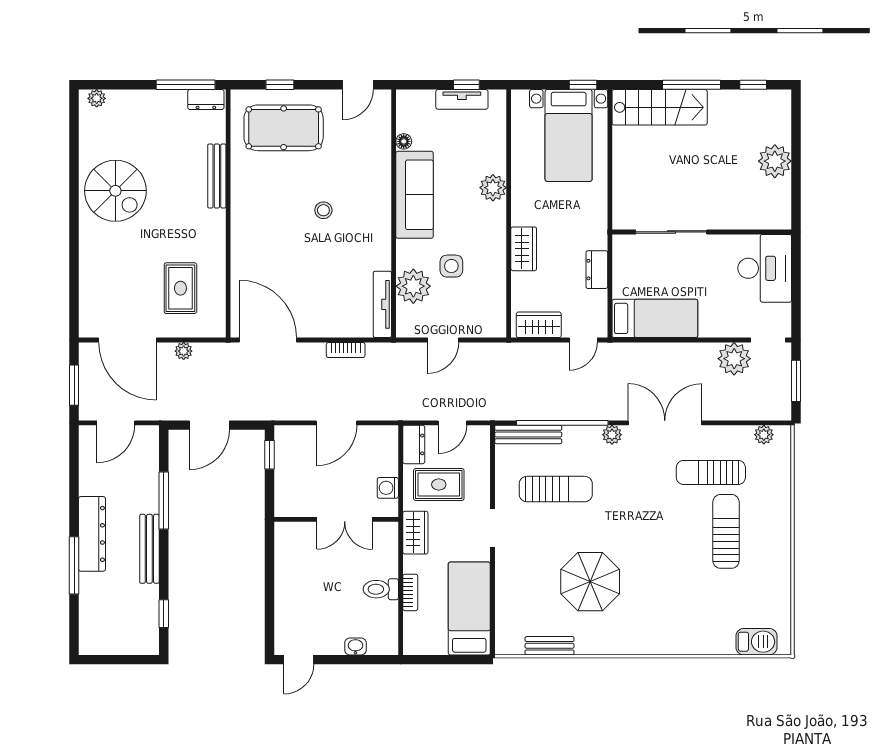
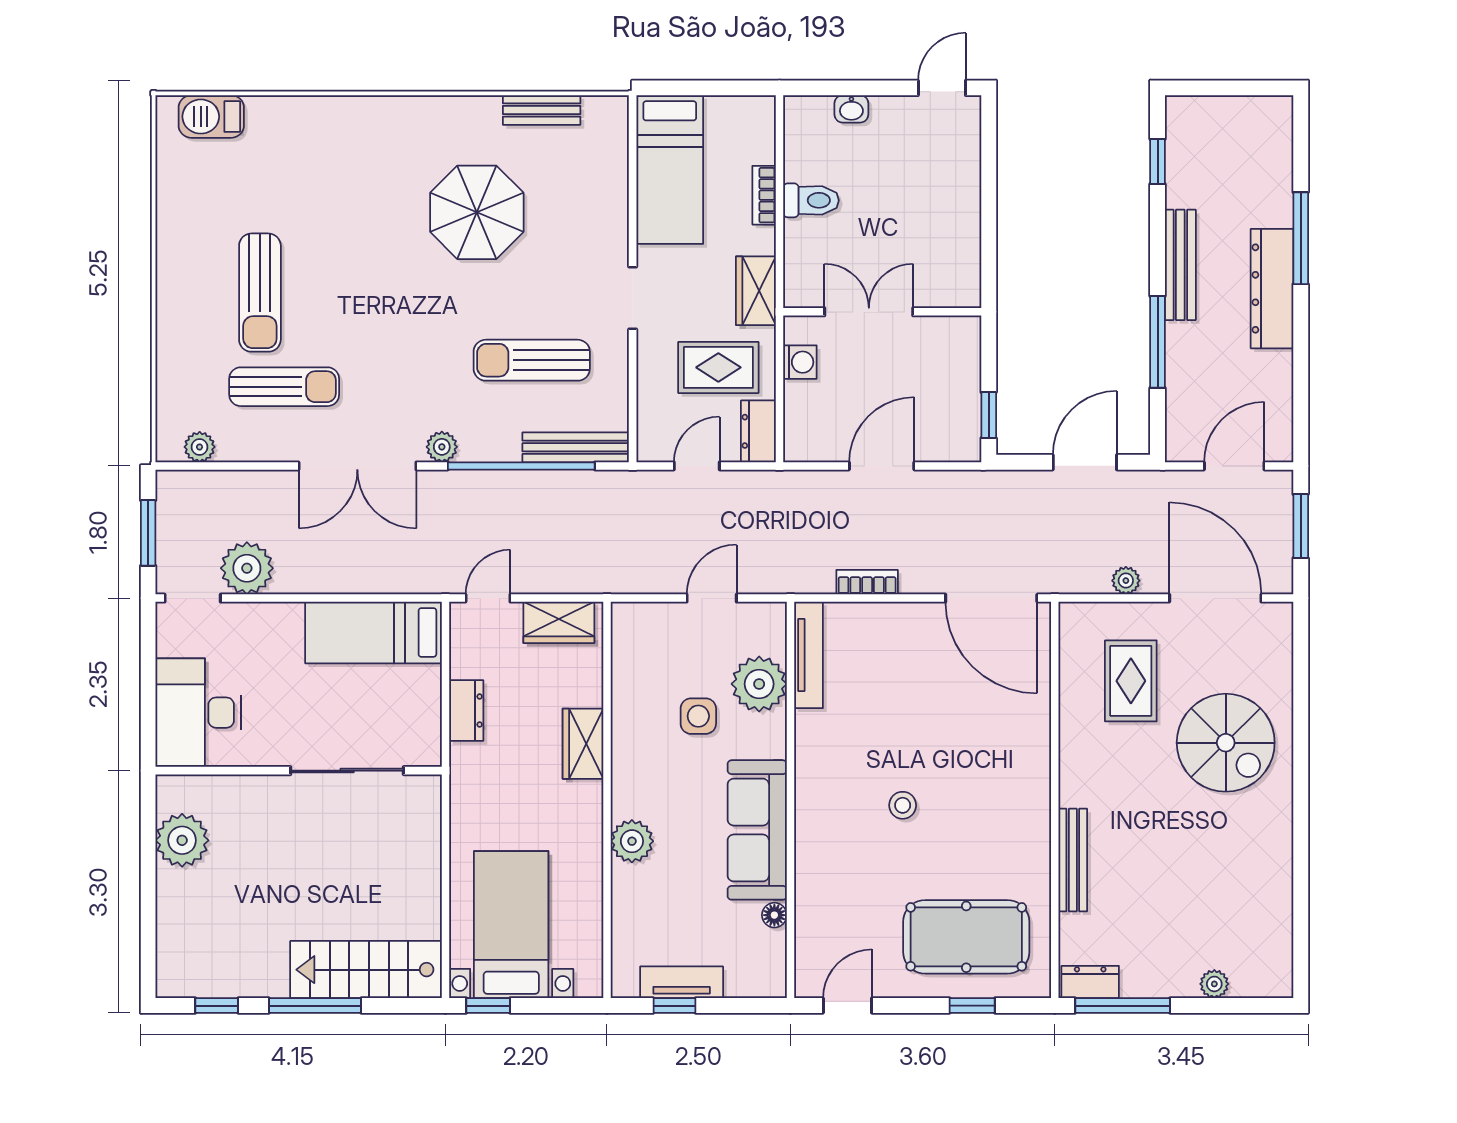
plant: (97, 98) -> (1214, 984), moved
plant: (775, 161) -> (182, 840), moved
spiral stairs: (115, 191) -> (1226, 743), moved, turned 180

